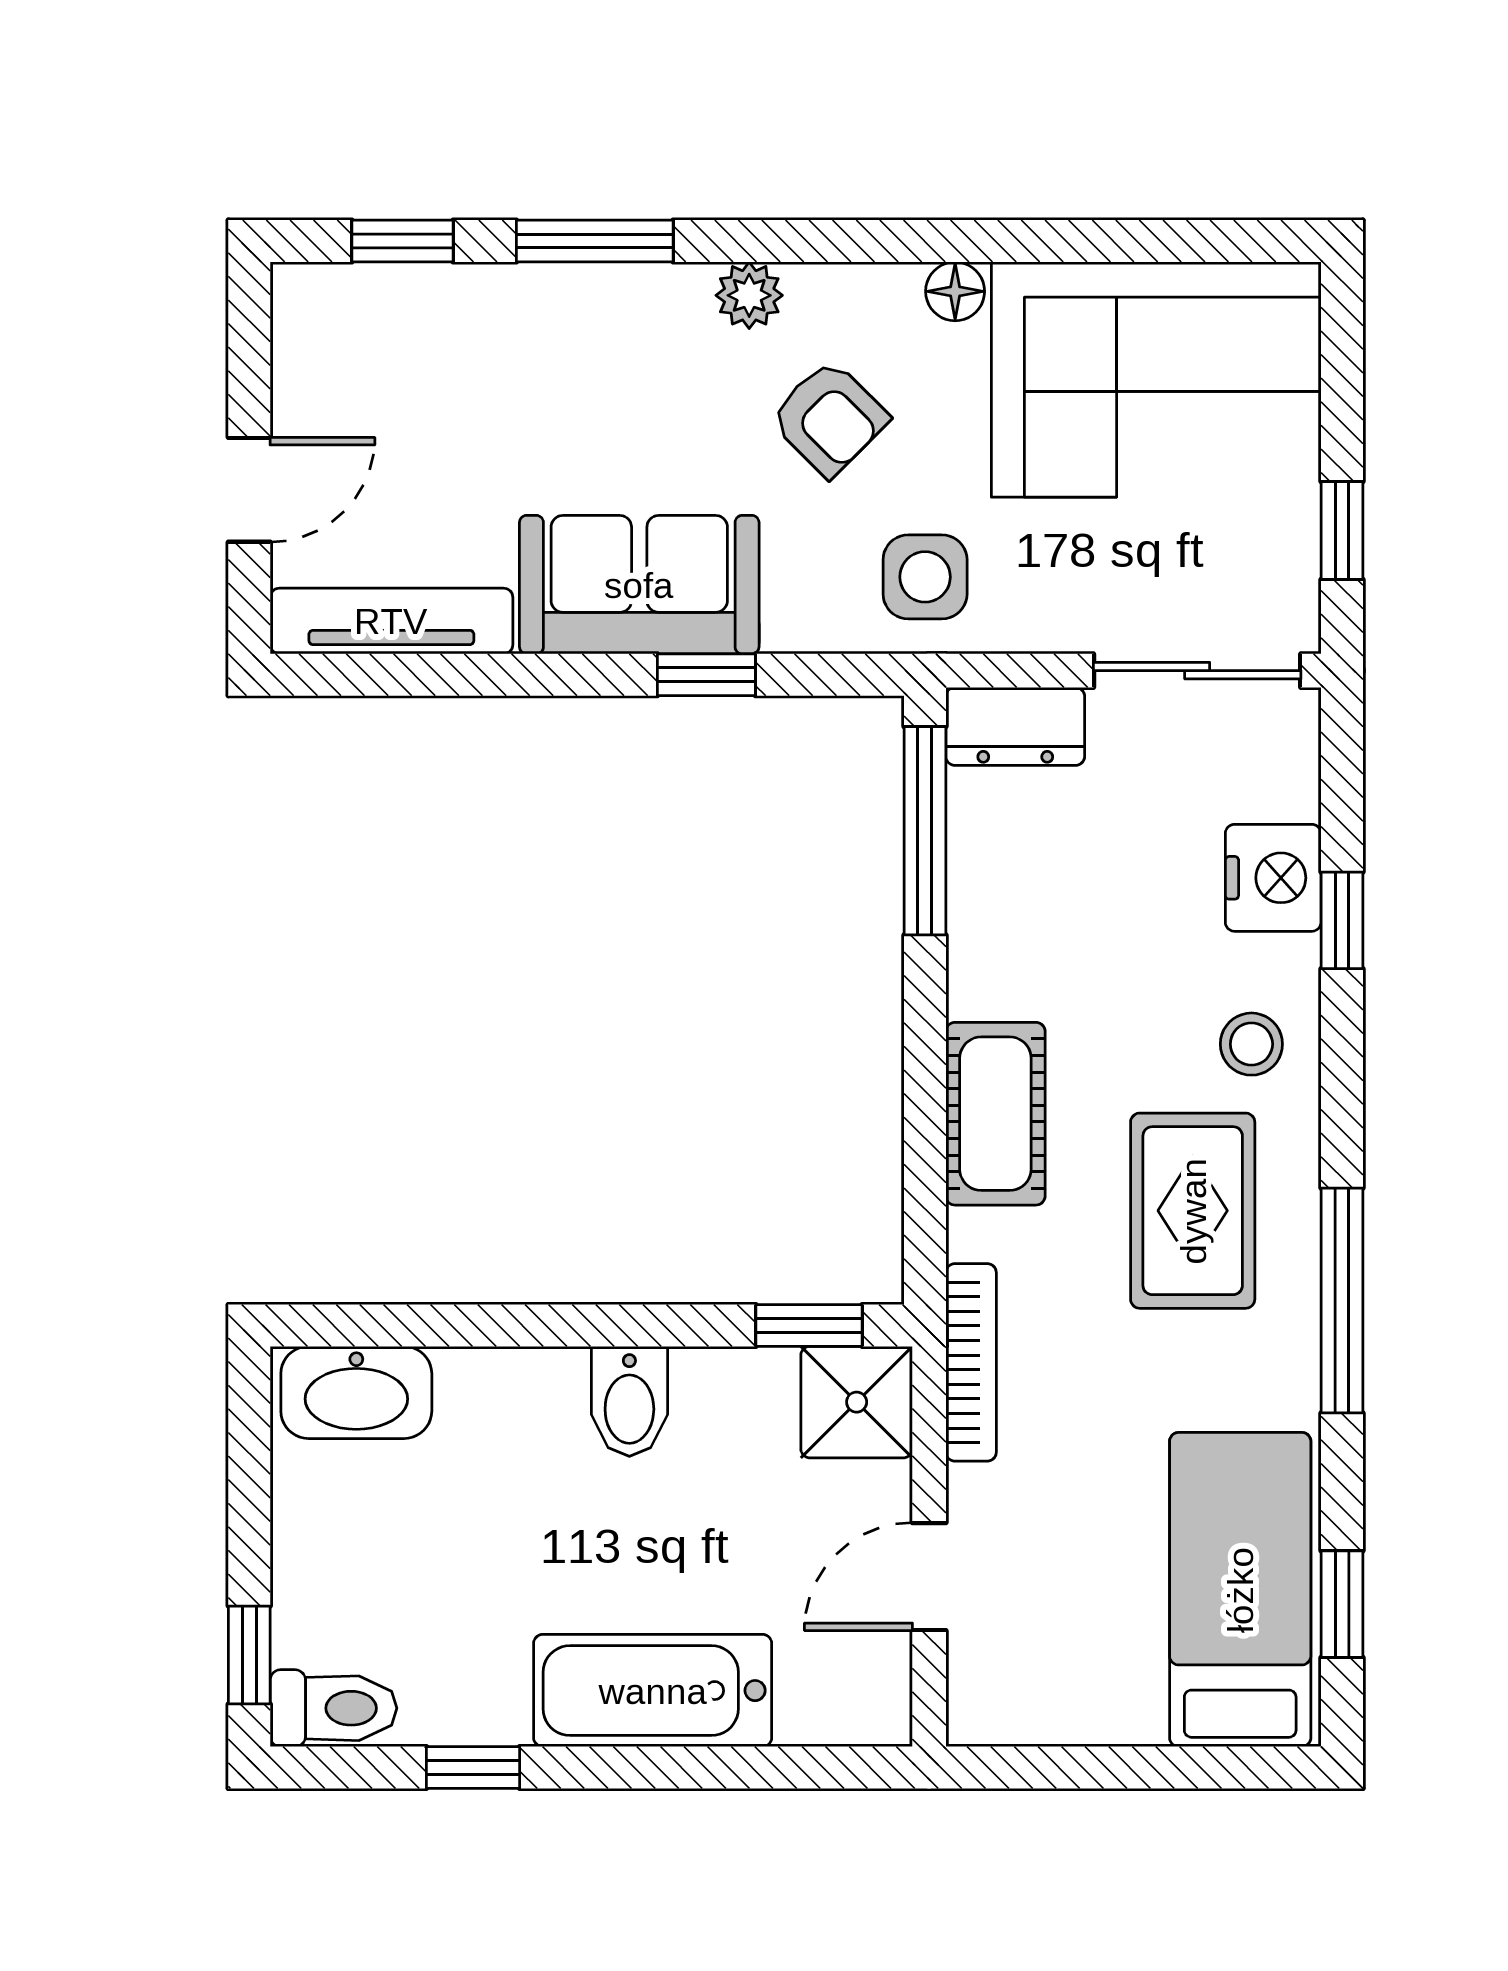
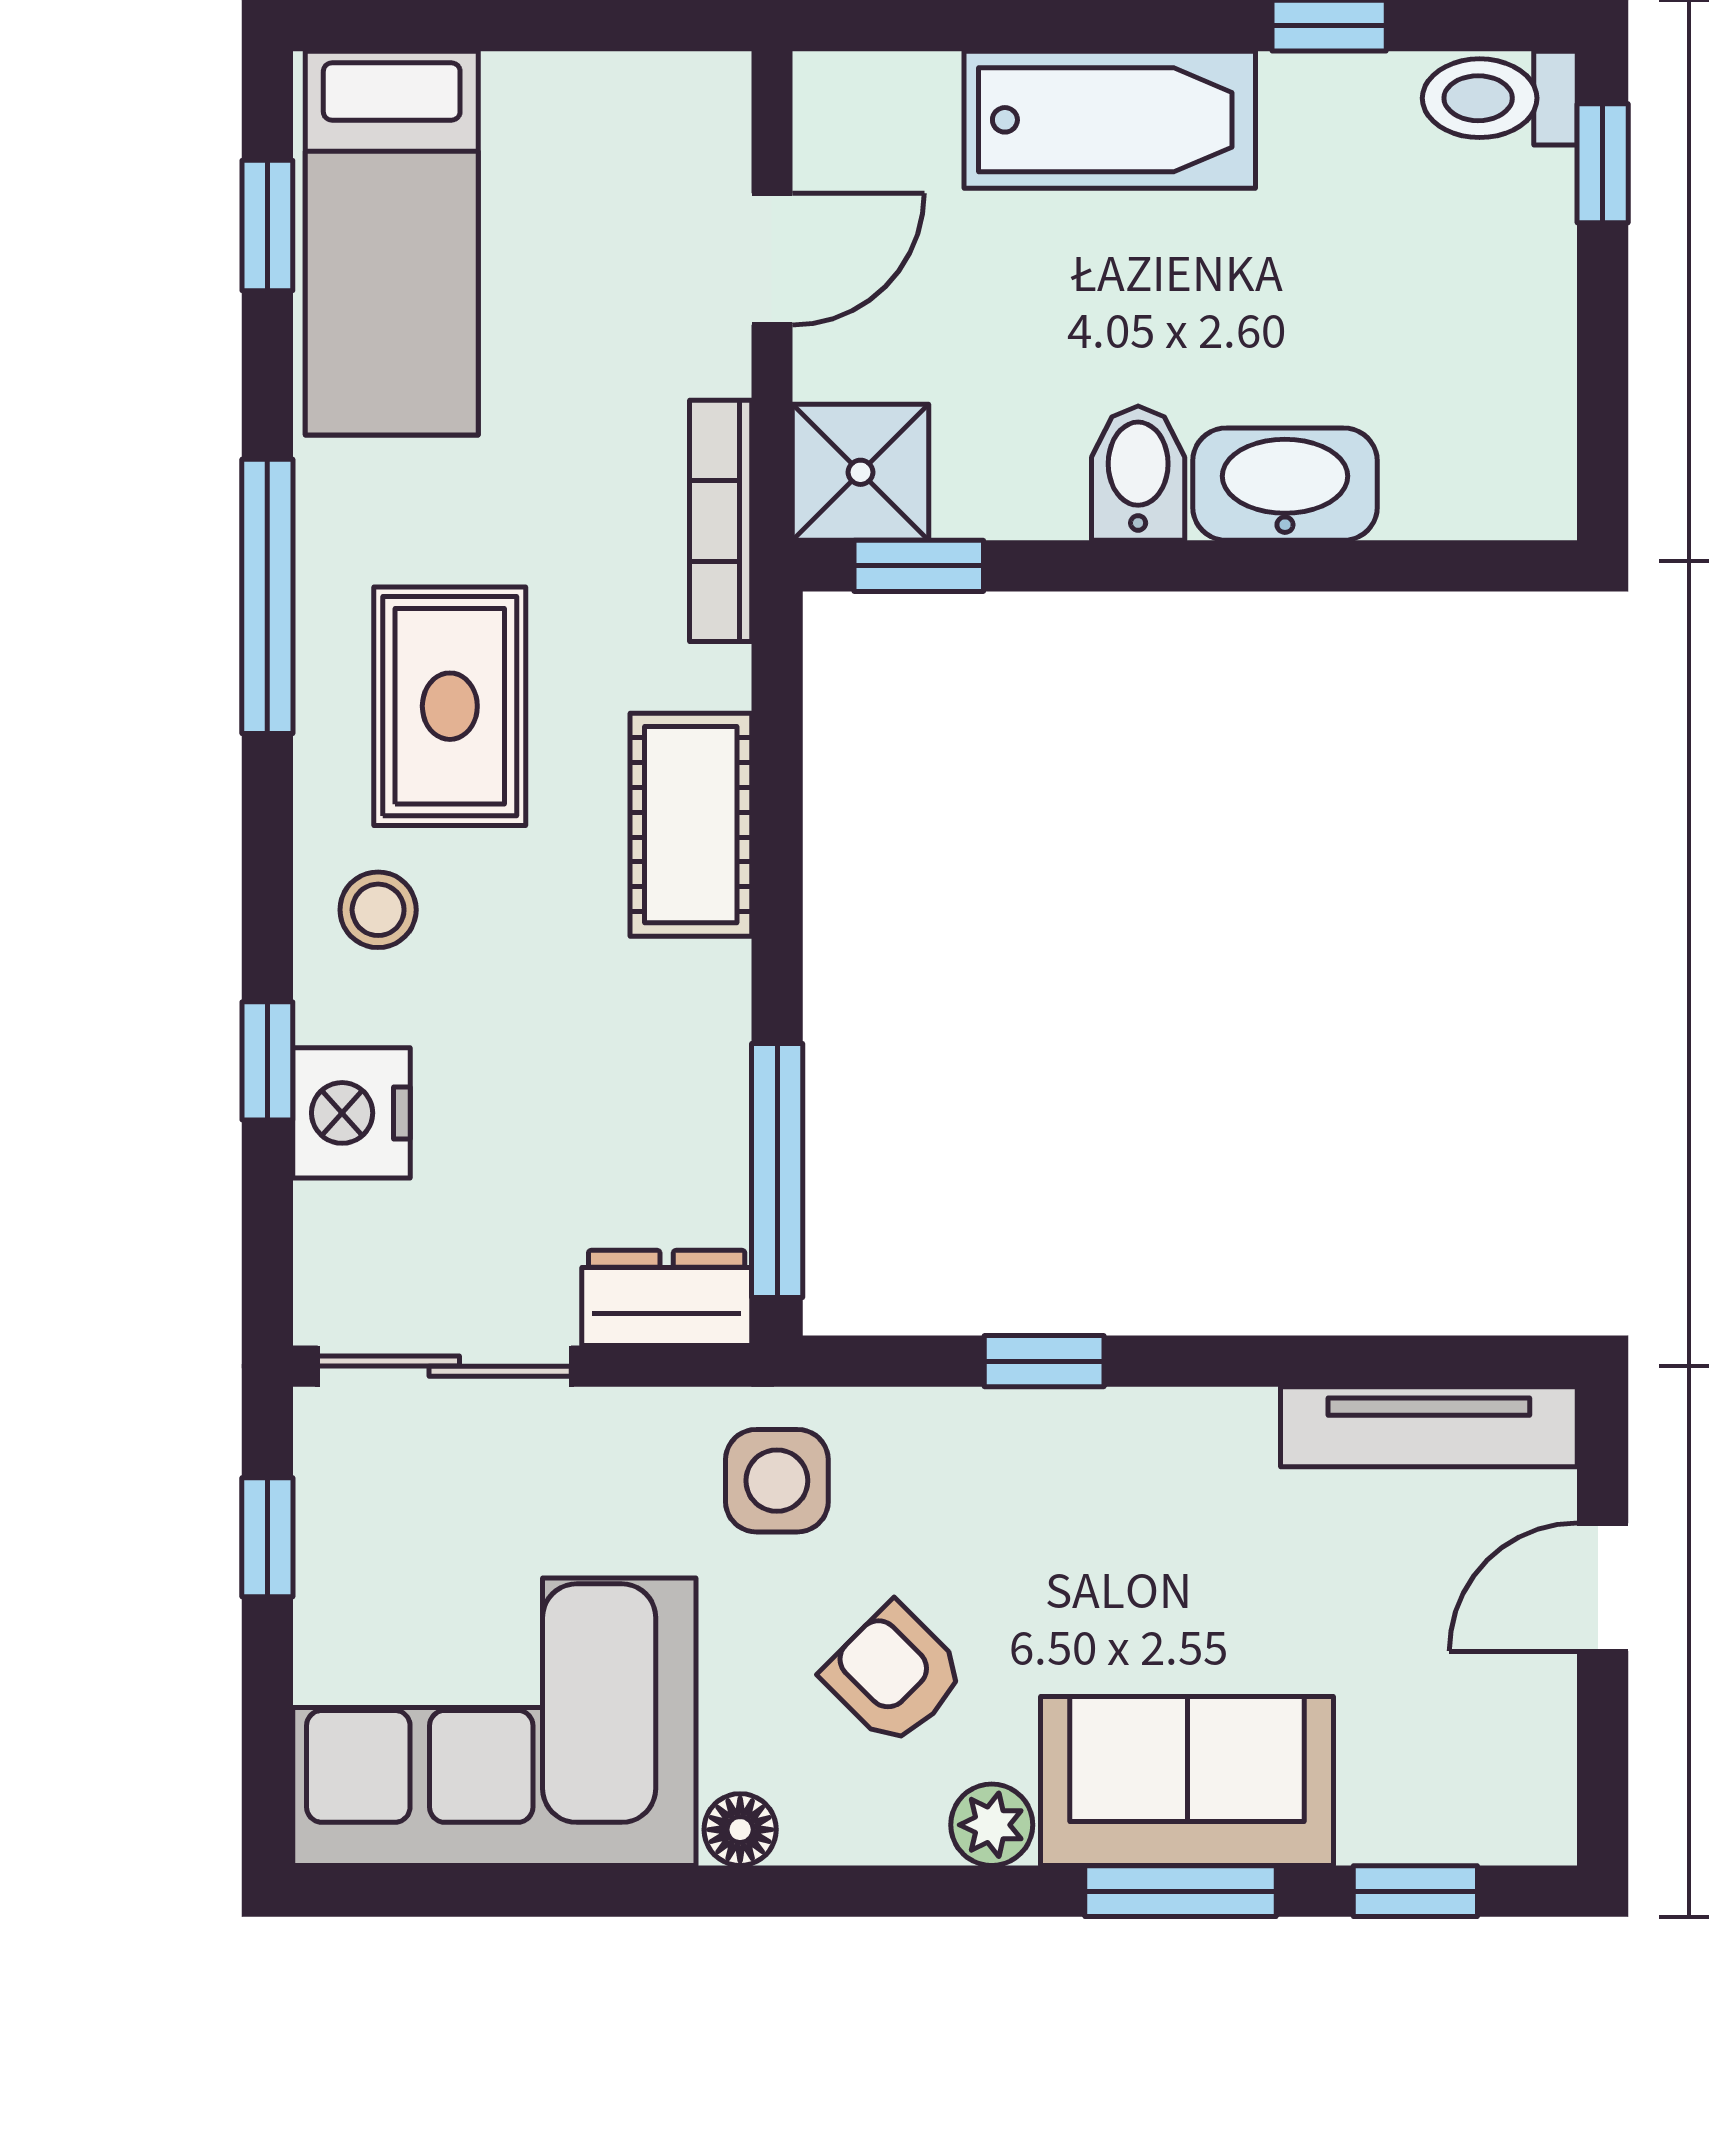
sofa: (639, 585) -> (1187, 1781), moved, turned 180
washbasin: (356, 1392) -> (1285, 484), moved

